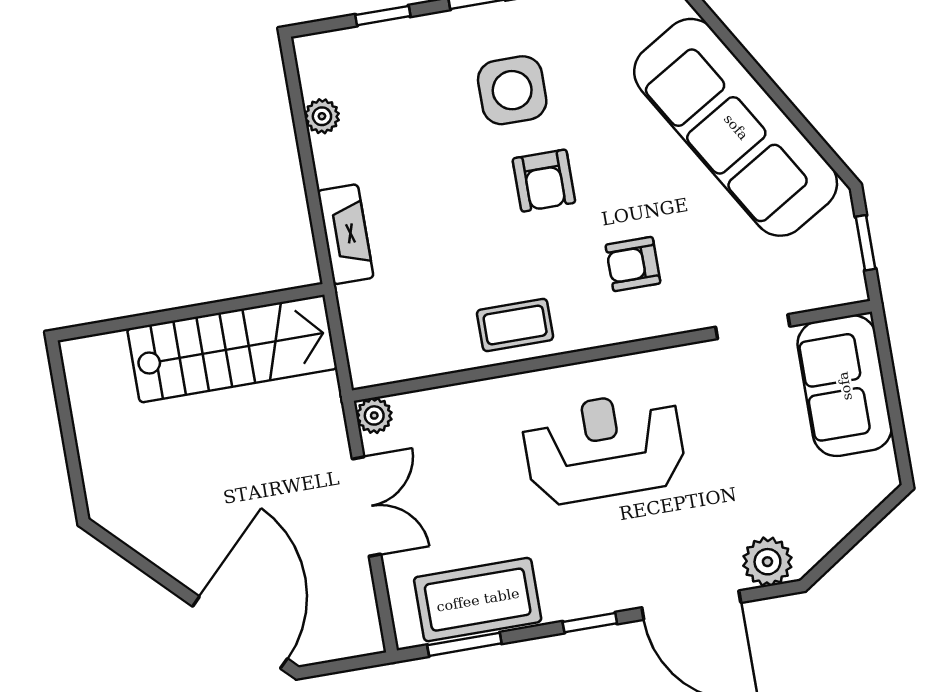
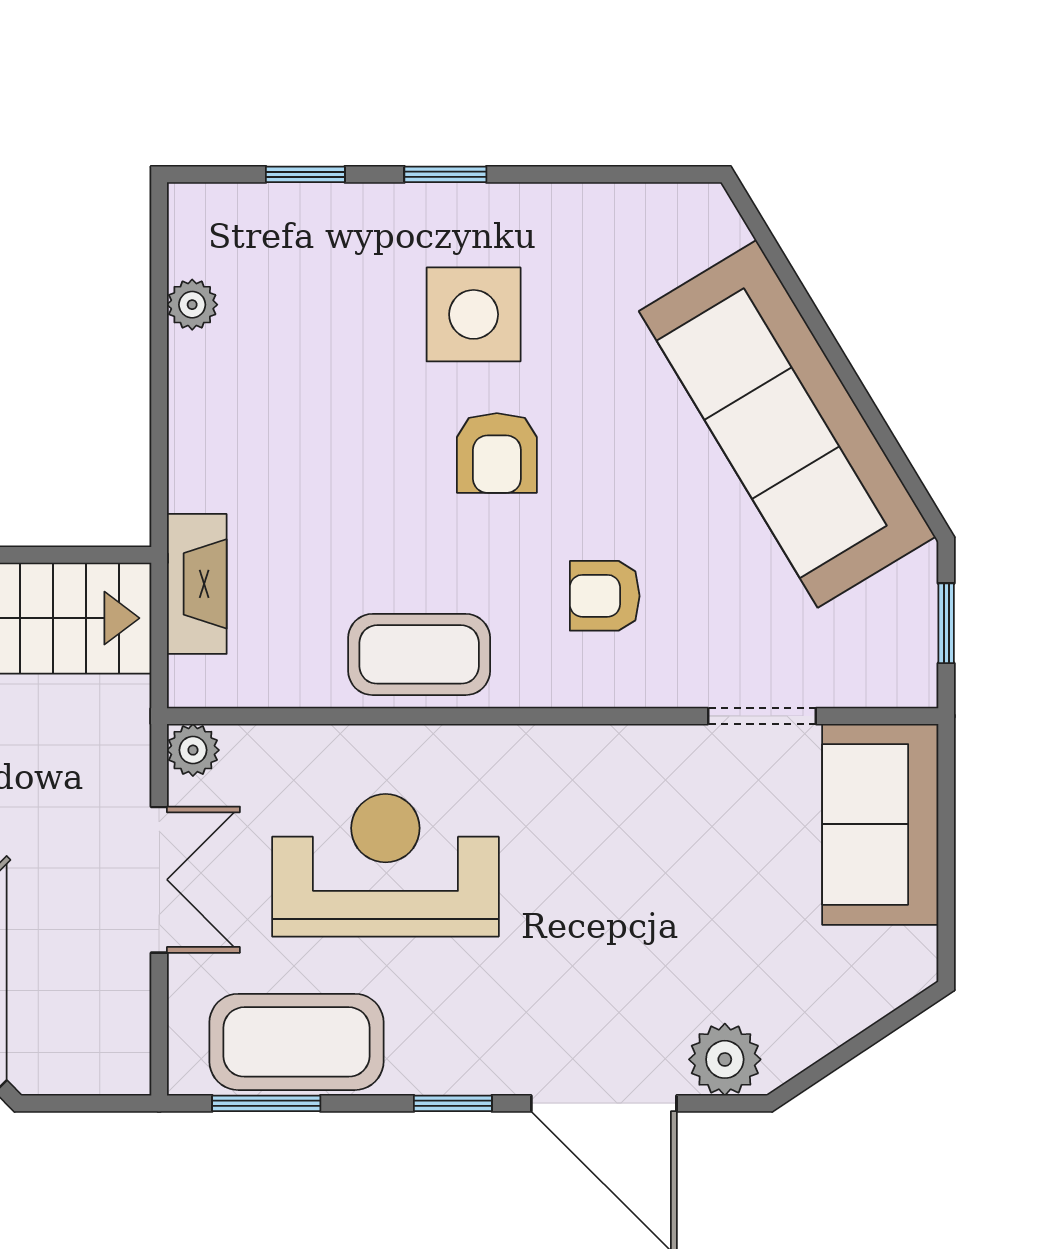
fireplace: (345, 234) -> (197, 584), moved
coffee table: (515, 325) -> (419, 654), width x1.36, depth x1.30
reception desk: (604, 447) -> (385, 865), moved

